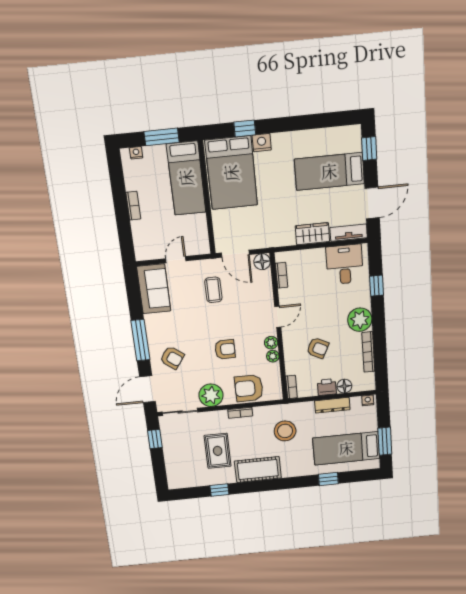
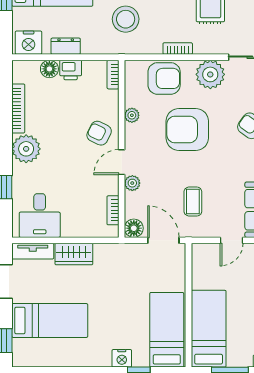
bed: (231, 173) -> (167, 330), width x0.67
plant: (271, 343) -> (132, 183), moved
armchair: (318, 348) -> (99, 133), moved
armchair: (225, 349) -> (187, 129), width x1.88, depth x1.88
nightstand: (368, 400) -> (29, 43), width x1.89, depth x1.79
dresser: (332, 405) -> (66, 46), width x0.70

